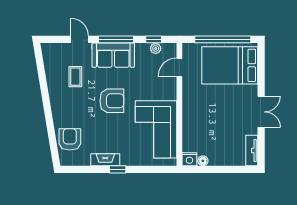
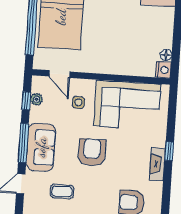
side table: (155, 86) -> (78, 102), added

